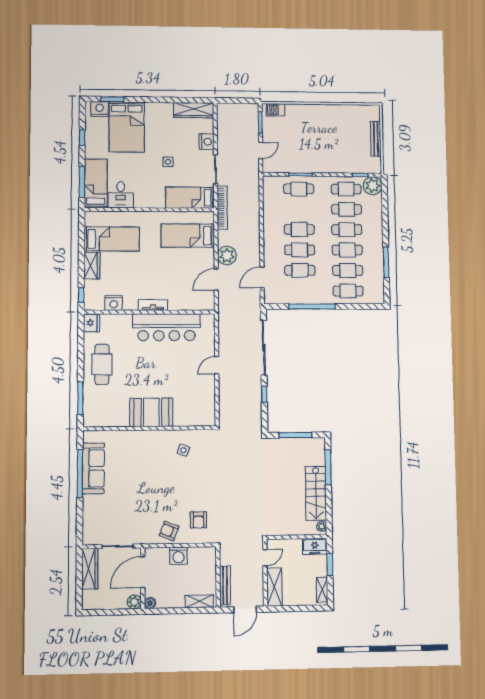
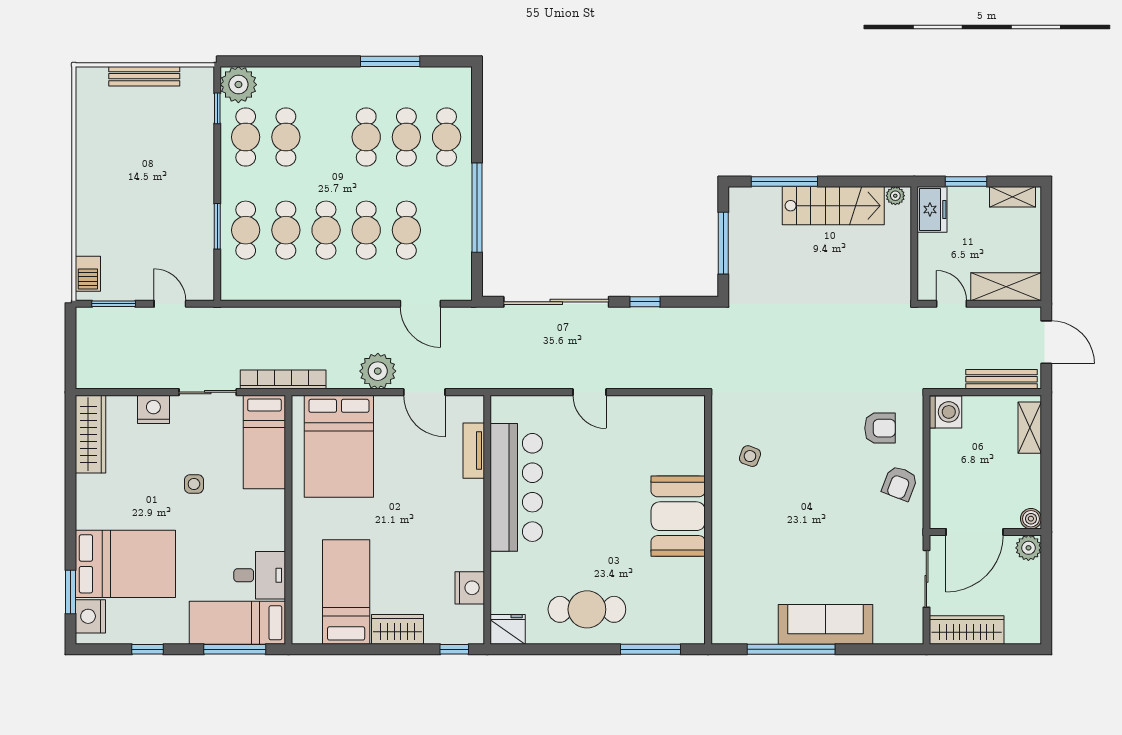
cafe table: (347, 230) -> (286, 230), moved
bed: (188, 236) -> (339, 446), width x1.50
tv unit: (153, 305) -> (474, 451), moved
sofa: (93, 468) -> (825, 624), moved
washing machine: (178, 556) -> (946, 412), moved
door: (143, 572) -> (975, 532), hinge flipped

